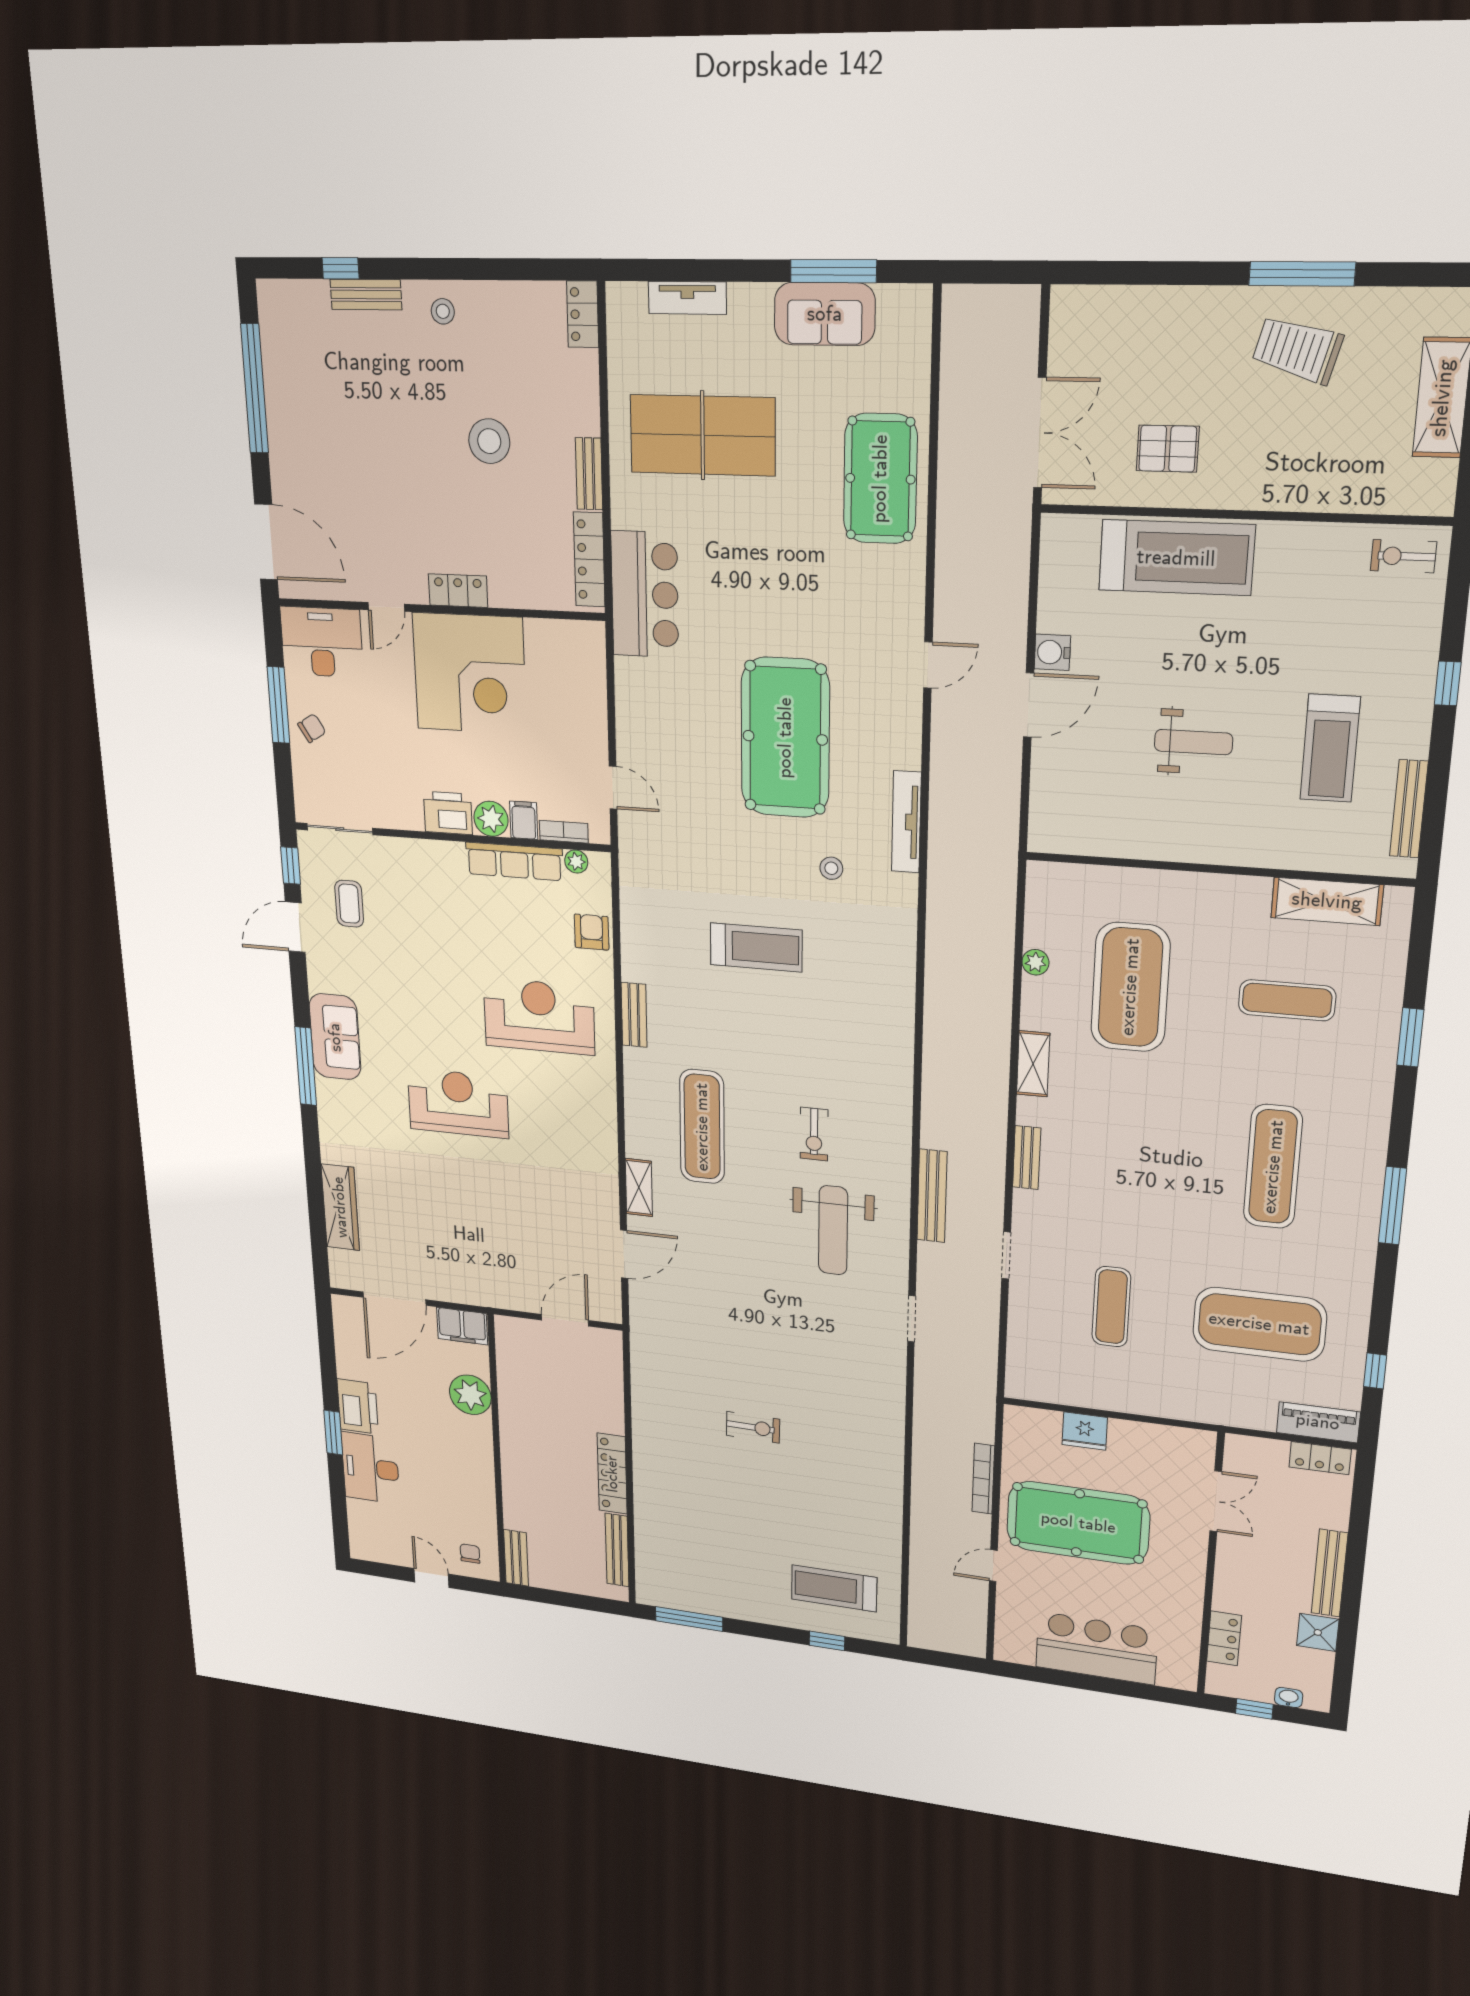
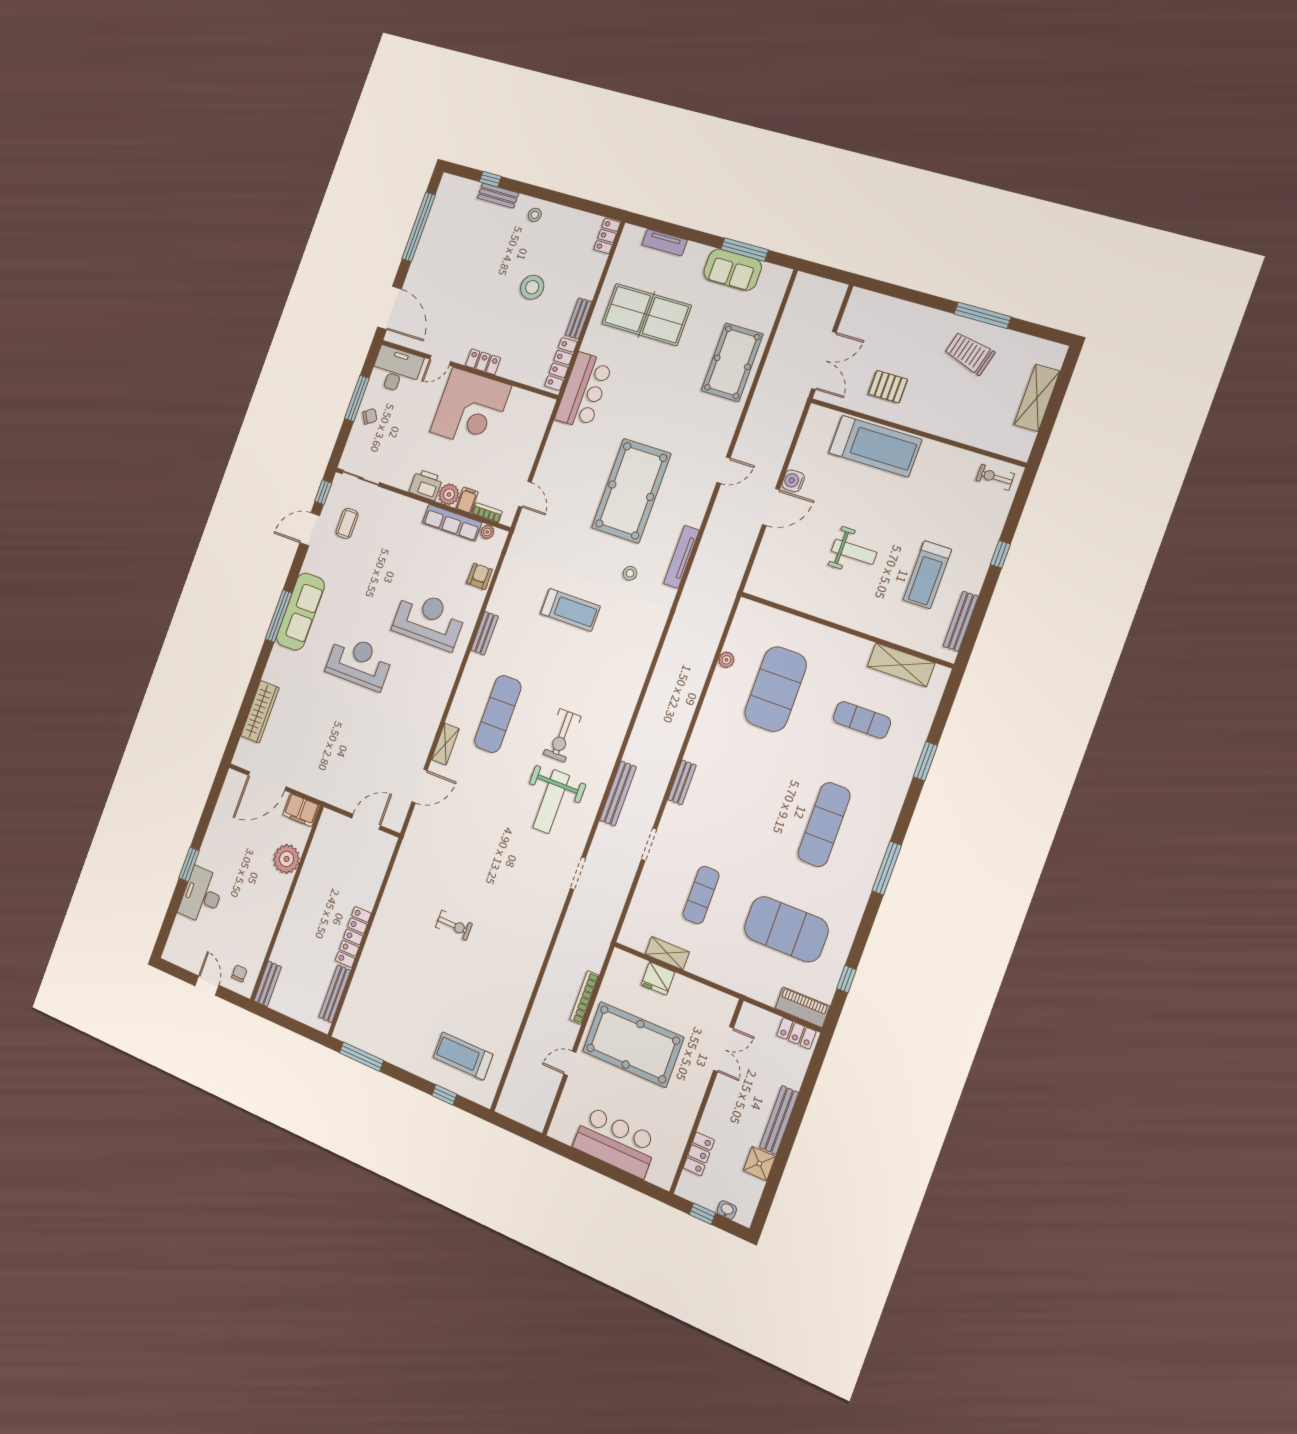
sofa: (335, 1037) -> (300, 612), width x1.36
shelving: (1033, 1064) -> (667, 953), moved, turned 90
exercise bike: (814, 1134) -> (562, 736), width x1.38, depth x1.39
printer: (358, 1406) -> (212, 850), removed

